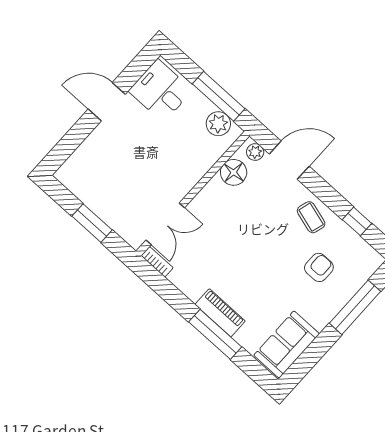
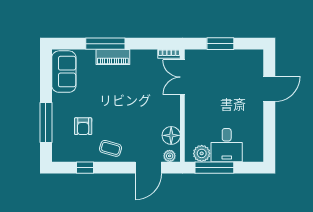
desk: (161, 91) -> (227, 145), moved, turned 90
door: (107, 102) -> (269, 89), moved

